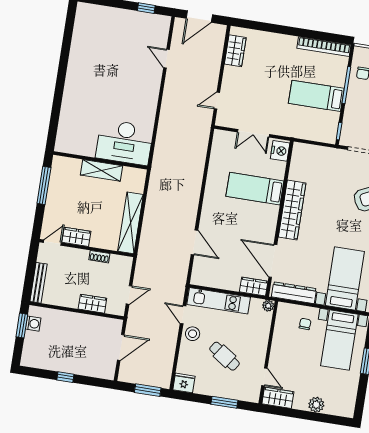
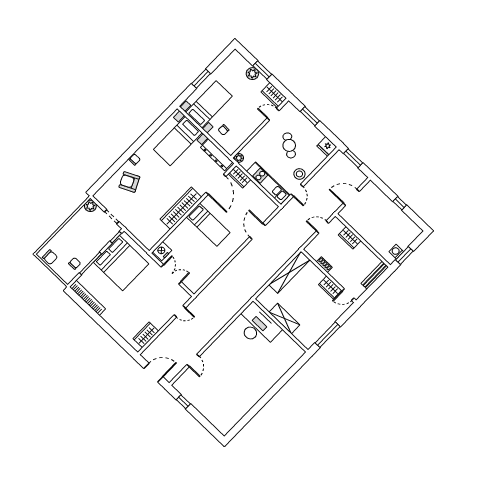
bed: (316, 96) -> (121, 263), width x2.04
bed: (255, 189) -> (208, 225), moved
door: (264, 377) -> (273, 114), hinge flipped
window: (309, 416) -> (262, 70), added

